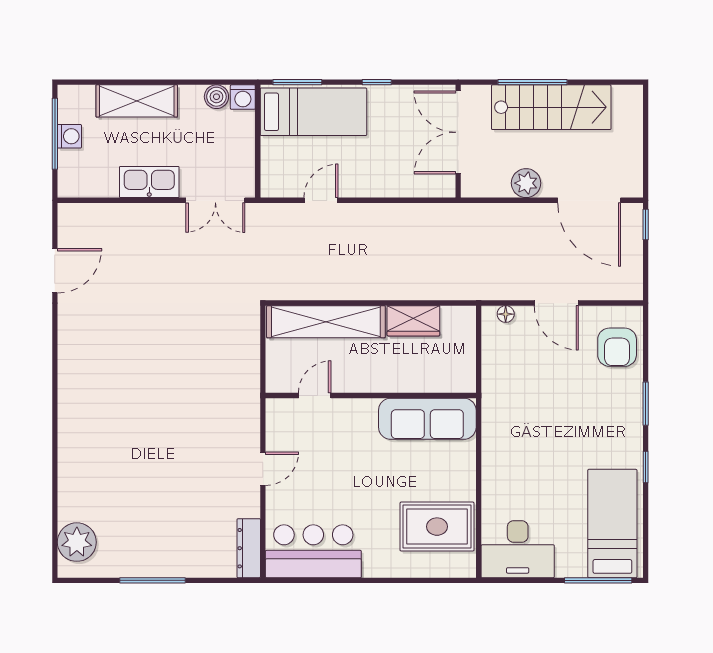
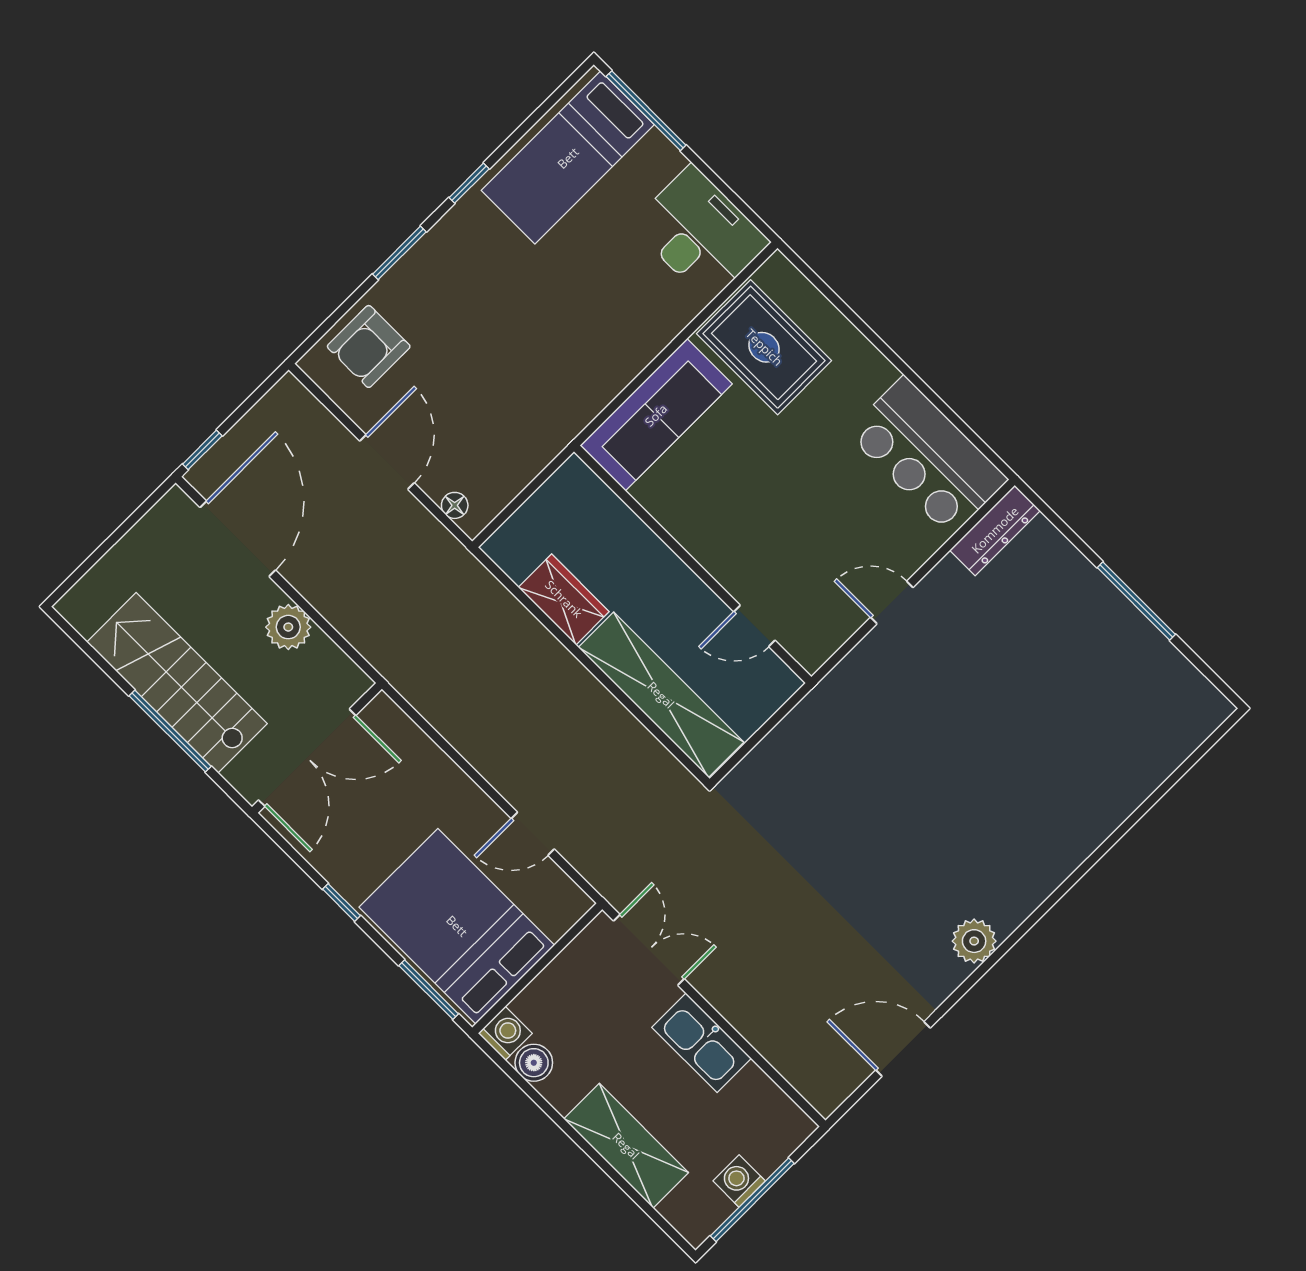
bed: (313, 112) -> (457, 926), width x1.50
armchair: (617, 347) -> (369, 346), turned 180
sofa: (427, 419) -> (656, 415), moved, turned 90
plant: (77, 542) -> (974, 941), moved, width x0.73, depth x0.73

